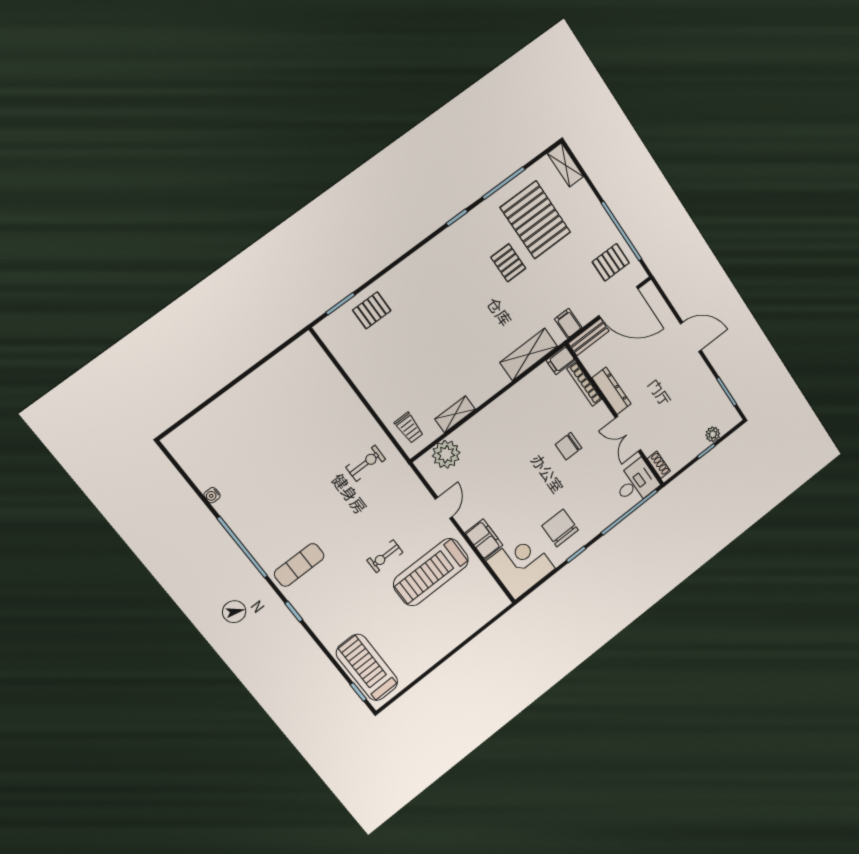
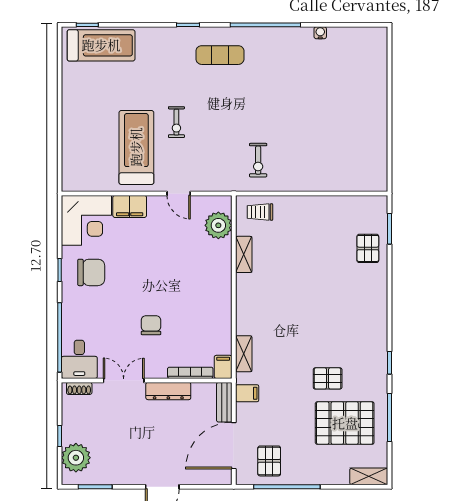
shelving: (529, 354) -> (244, 354), width x0.67, depth x0.75
plant: (713, 434) -> (76, 458), width x1.87, depth x1.87
exercise bike: (385, 556) -> (176, 122), turned 180
exercise mat: (299, 565) -> (220, 55), turned 90

